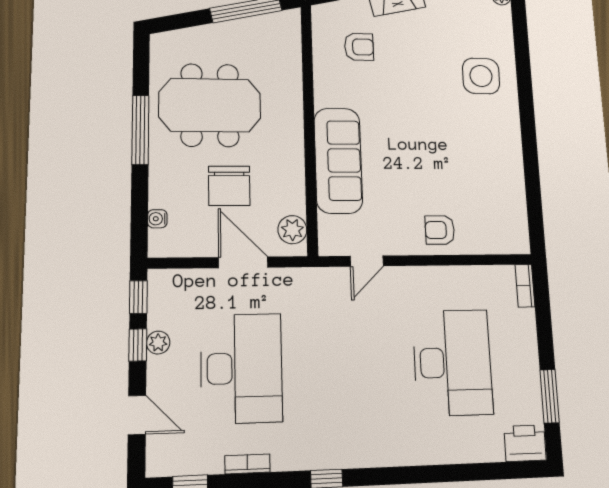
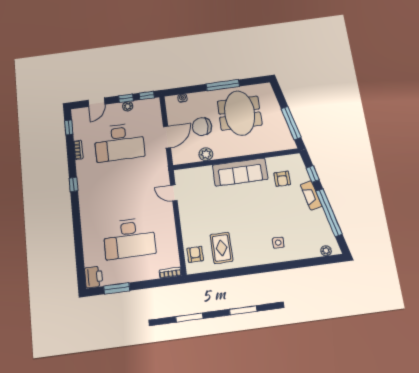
side table: (481, 76) -> (278, 243), width x0.54, depth x0.54
sofa: (338, 160) -> (240, 172), moved
rug: (484, 181) -> (221, 248), added
plant: (292, 230) -> (206, 154), moved
armchair: (440, 230) -> (195, 254), moved

